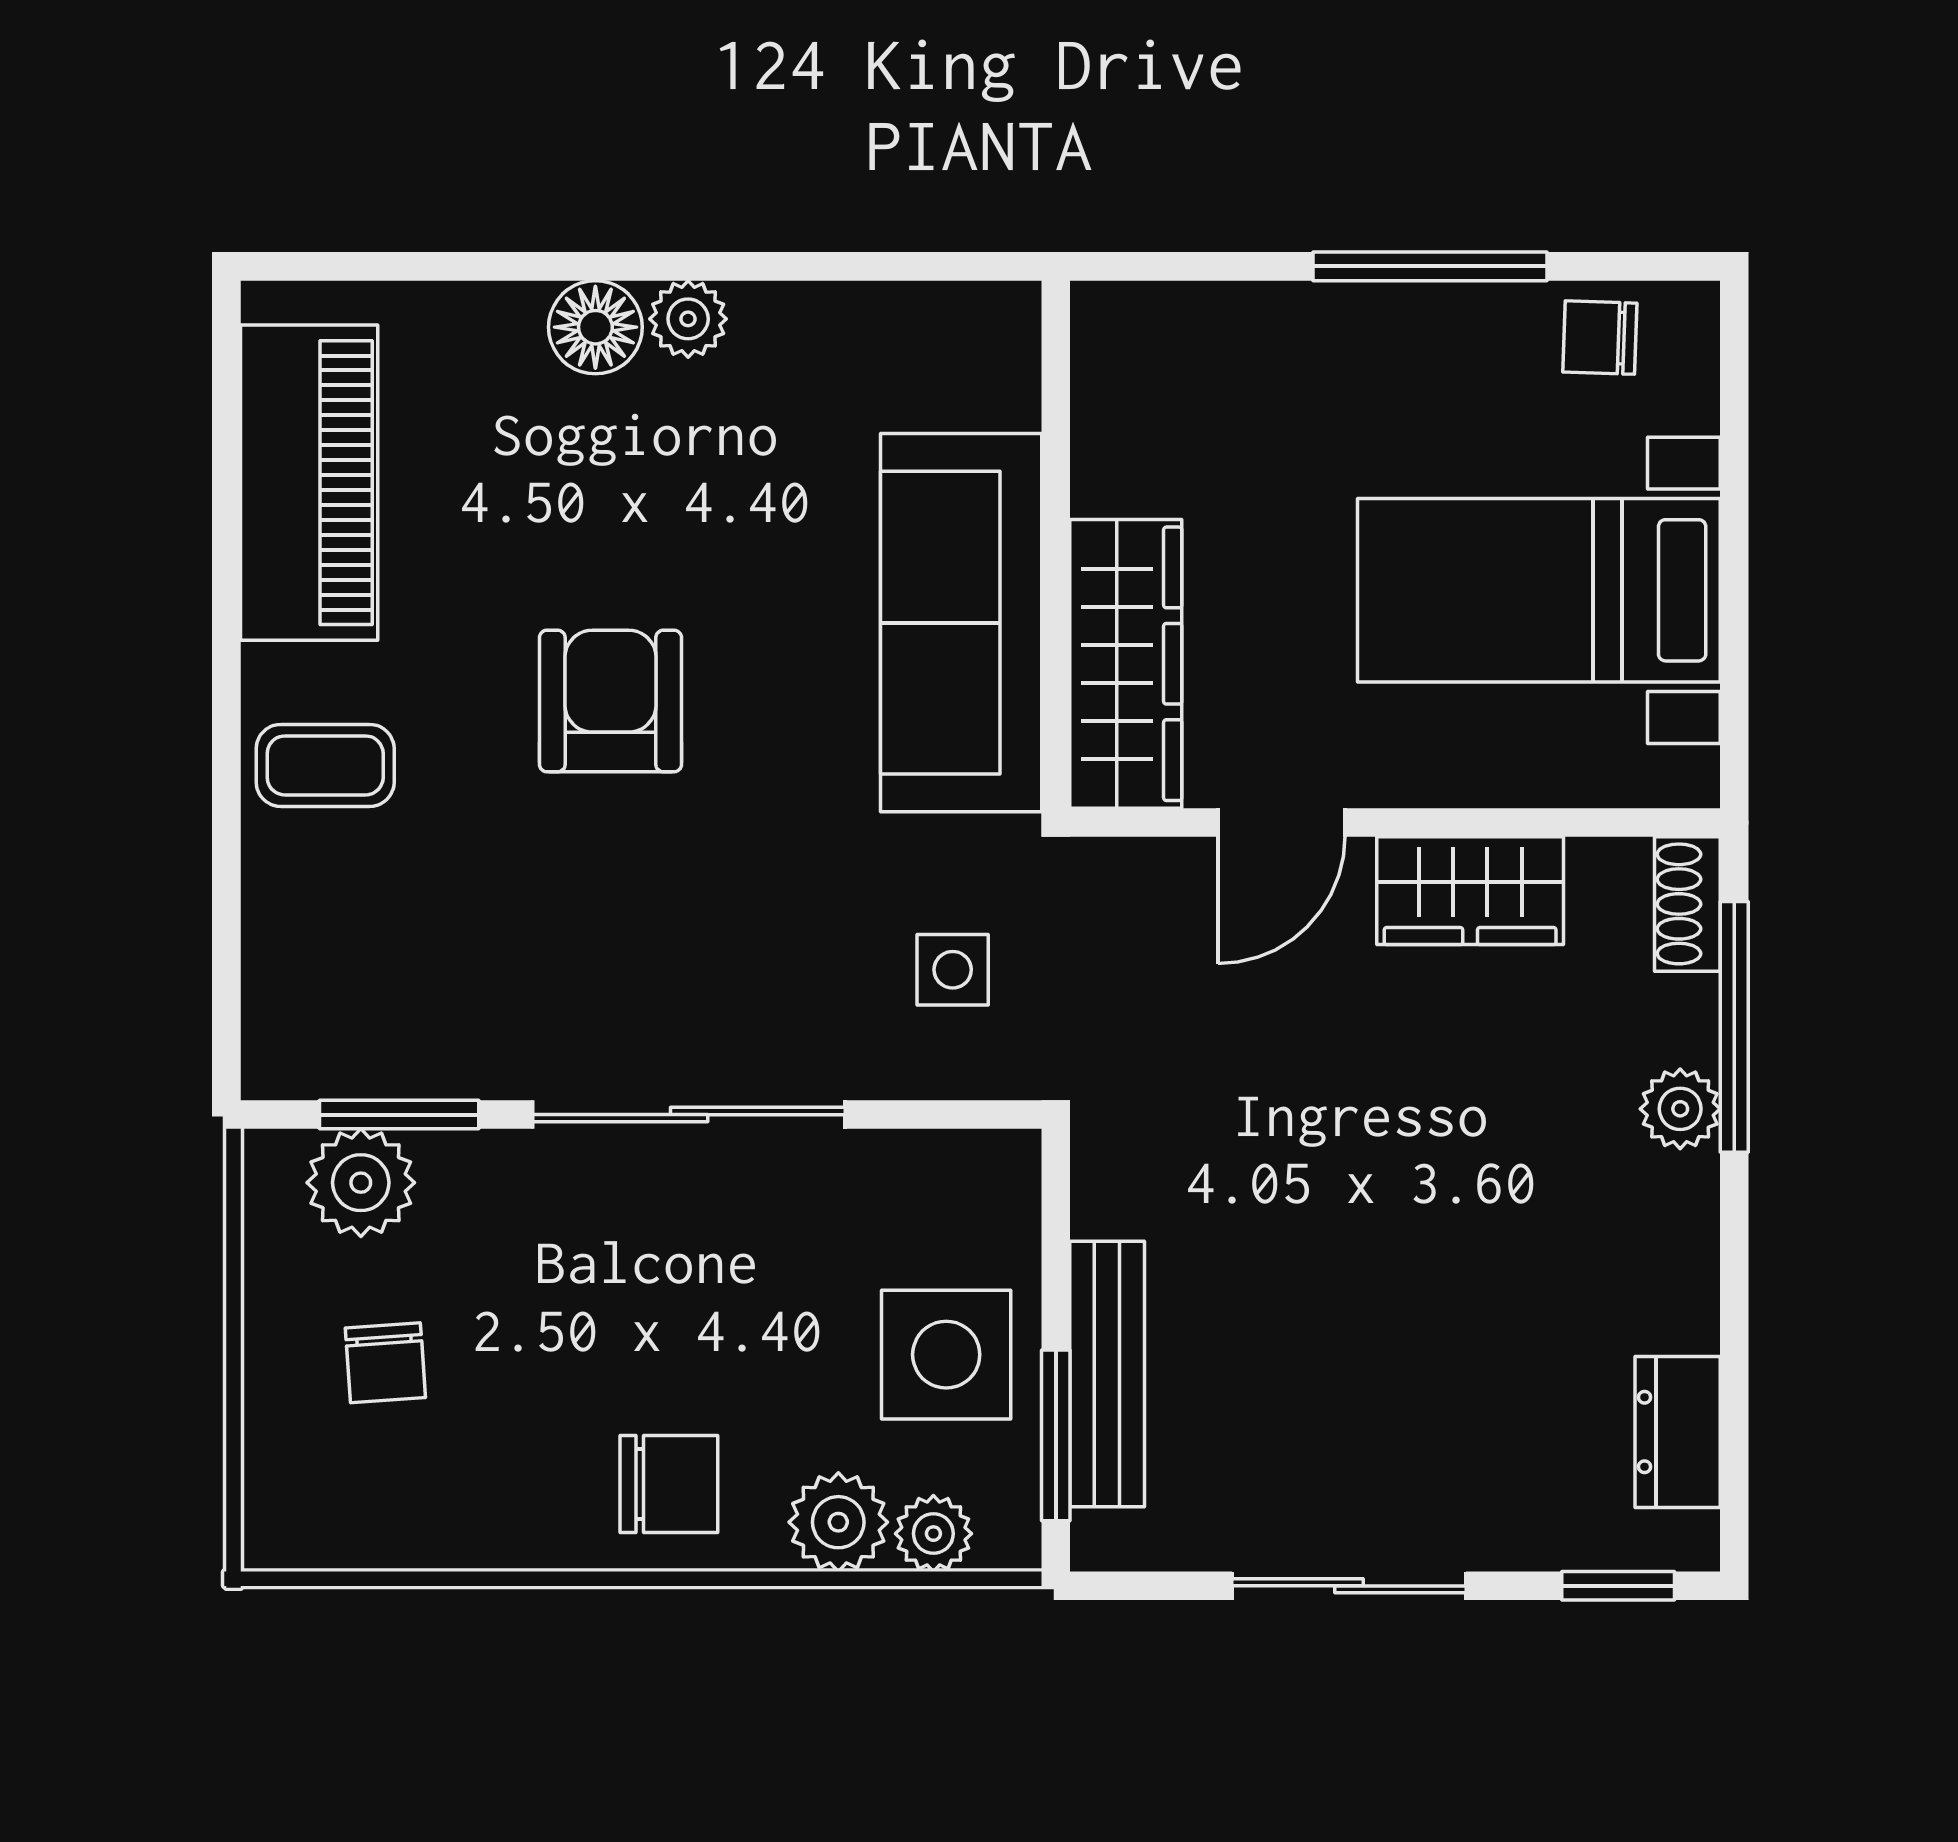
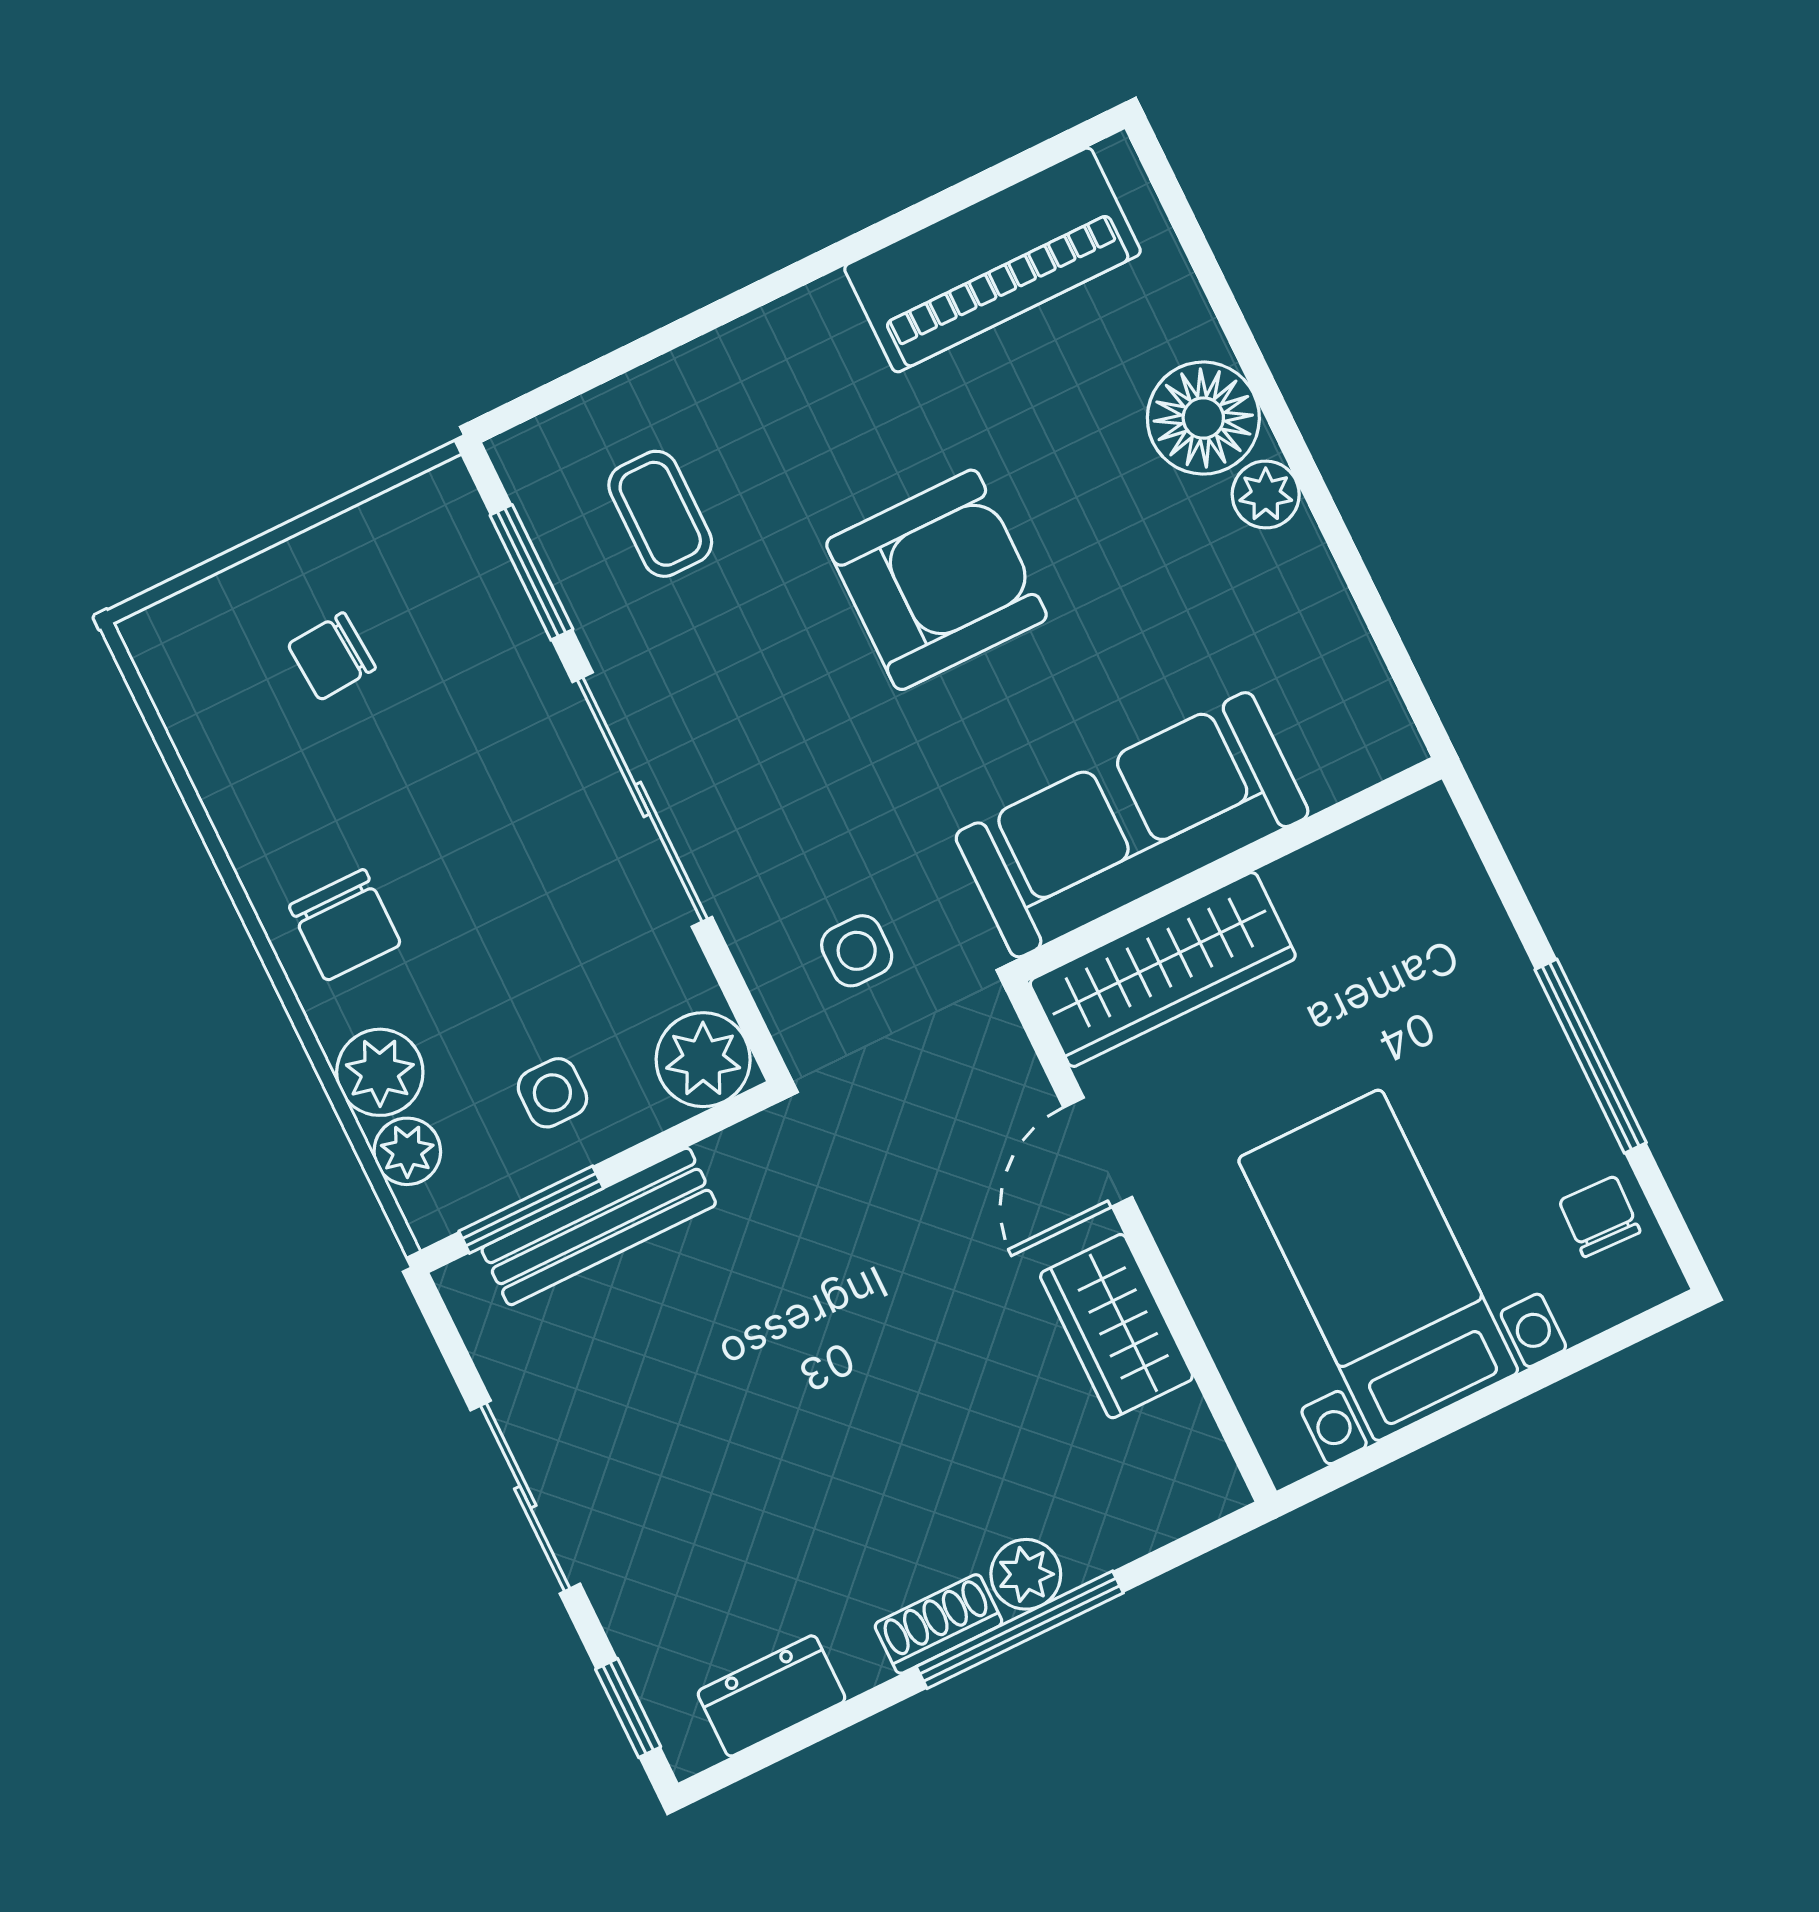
floor lamp: (595, 327) -> (1203, 418), width x1.38, depth x1.38
armchair: (610, 701) -> (936, 580), width x1.36, depth x1.36
coffee table: (325, 765) -> (660, 514), moved
door: (1281, 822) -> (1098, 1152), hinge flipped
shoe rack: (1687, 904) -> (938, 1624), moved
window: (1734, 1027) -> (1020, 1630), moved
plant: (361, 1183) -> (703, 1060), moved
side table: (946, 1355) -> (552, 1093), width x0.54, depth x0.54

